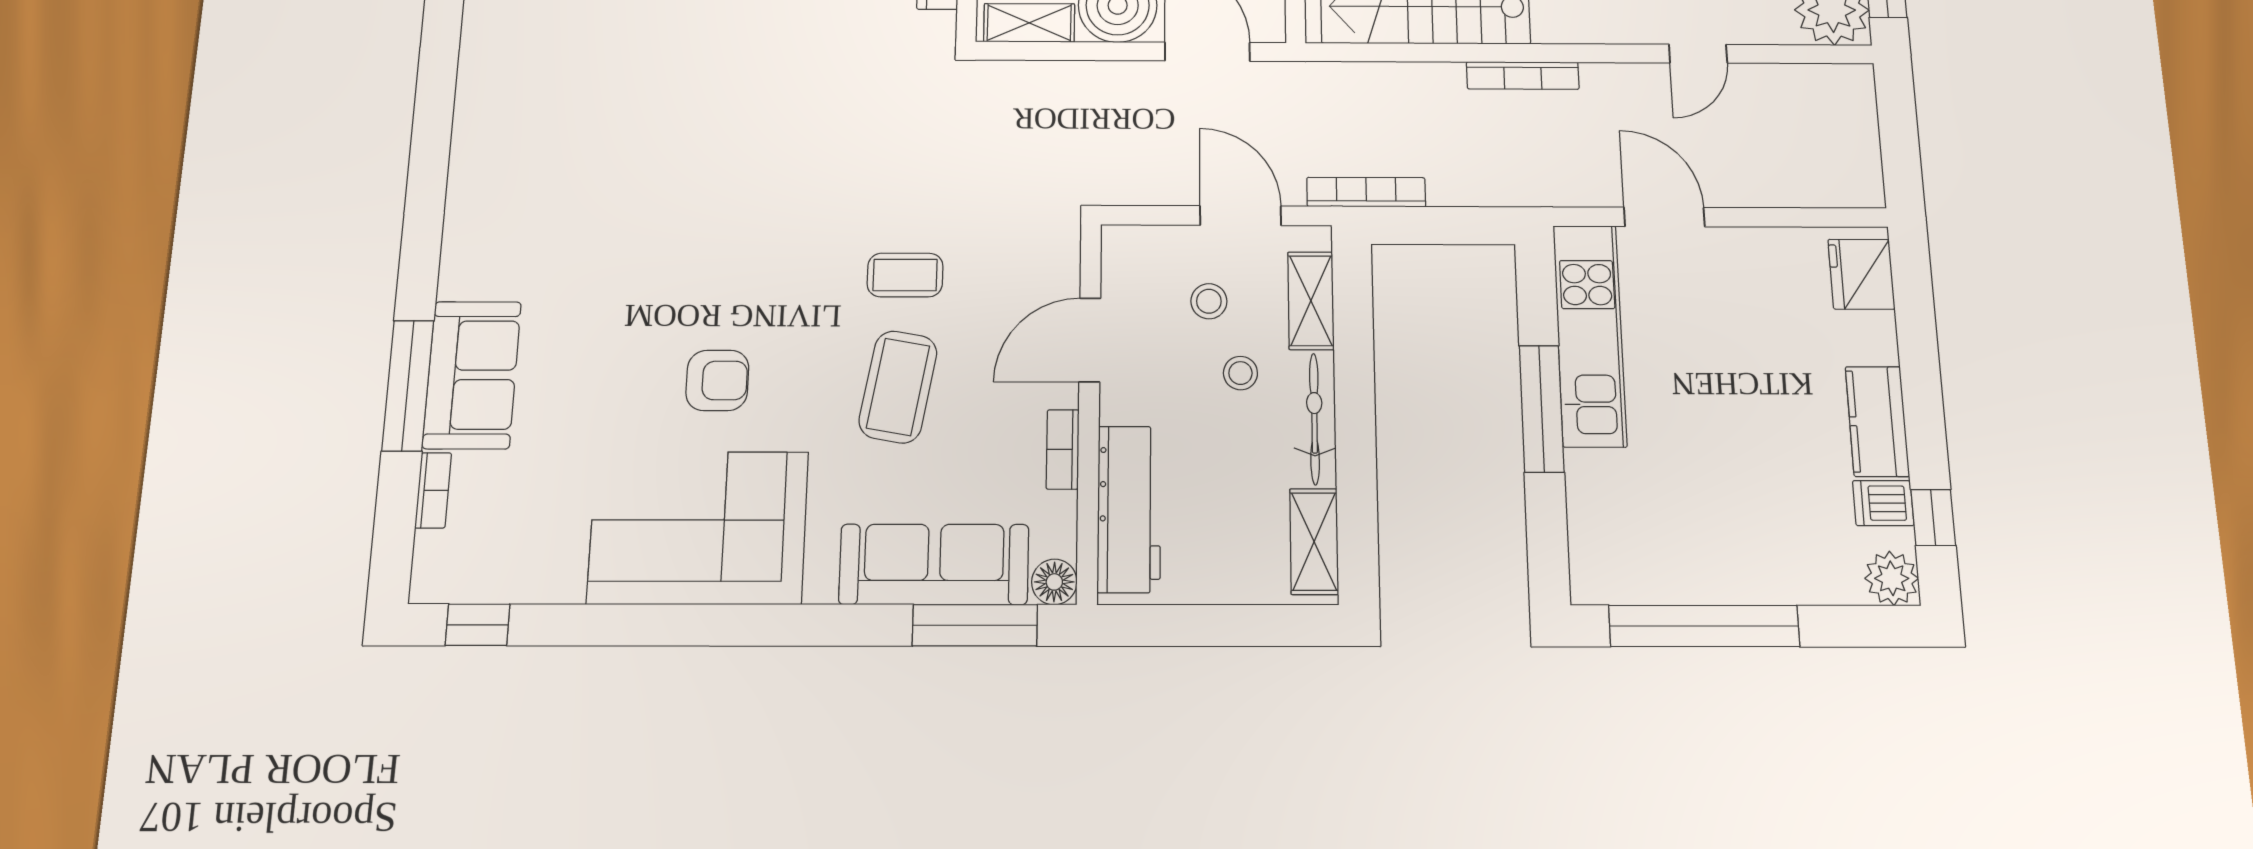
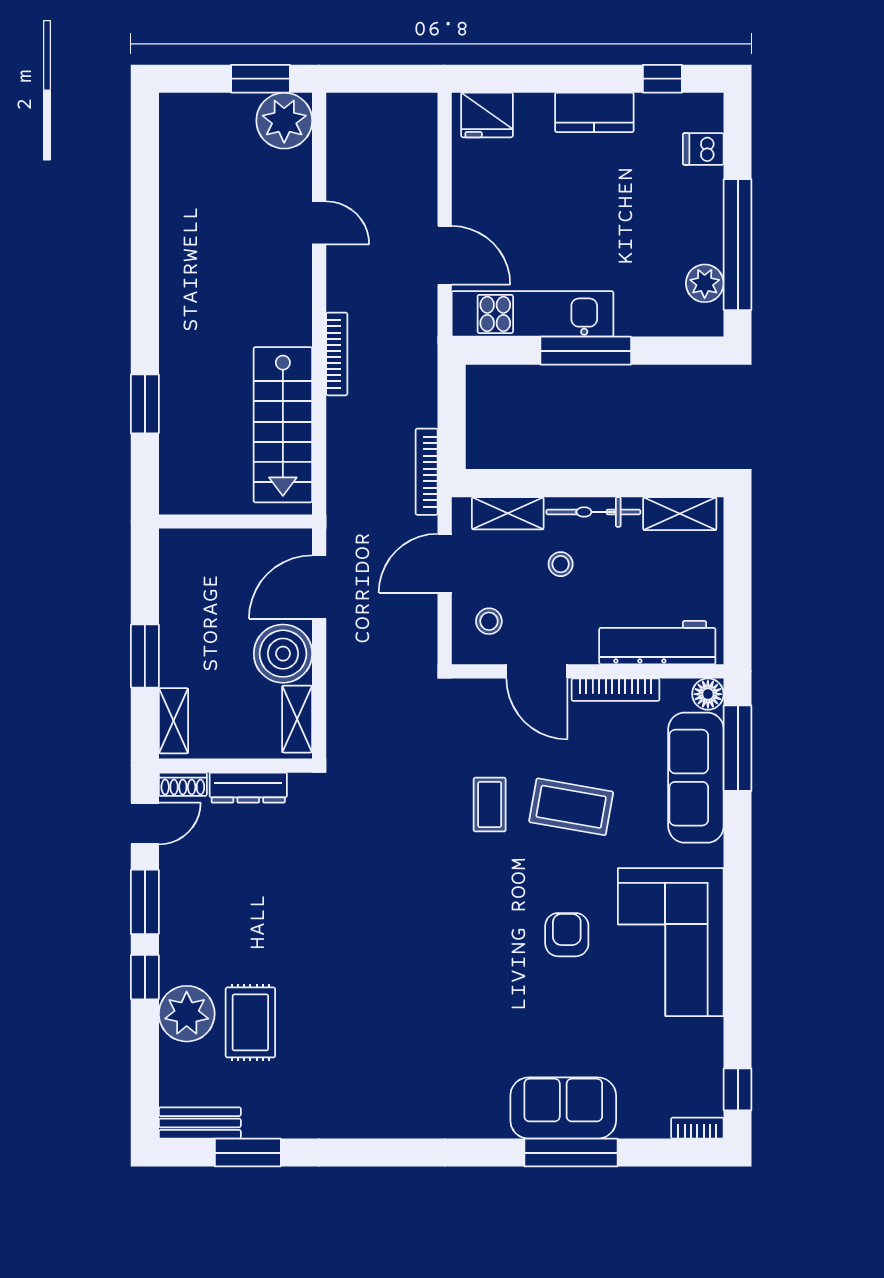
door: (1664, 217) -> (445, 255), swing flipped
stool: (1209, 301) -> (489, 621), moved
bookcase: (1063, 449) -> (616, 690), width x1.56
bookcase: (433, 490) -> (697, 1128), moved
dishwasher: (1883, 503) -> (703, 149), moved, turned 90
plant: (1892, 578) -> (705, 283), moved

